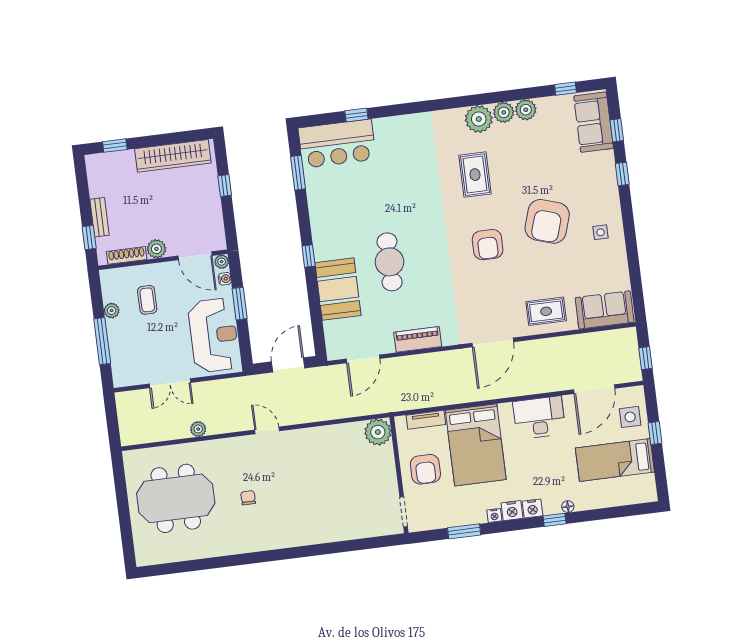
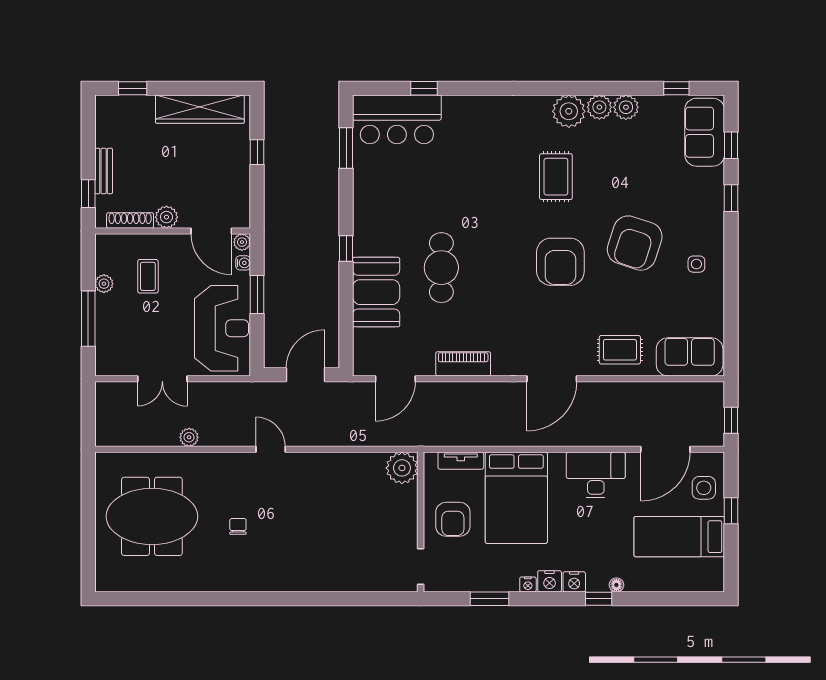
armchair: (488, 245) -> (560, 262), width x1.36, depth x1.36

